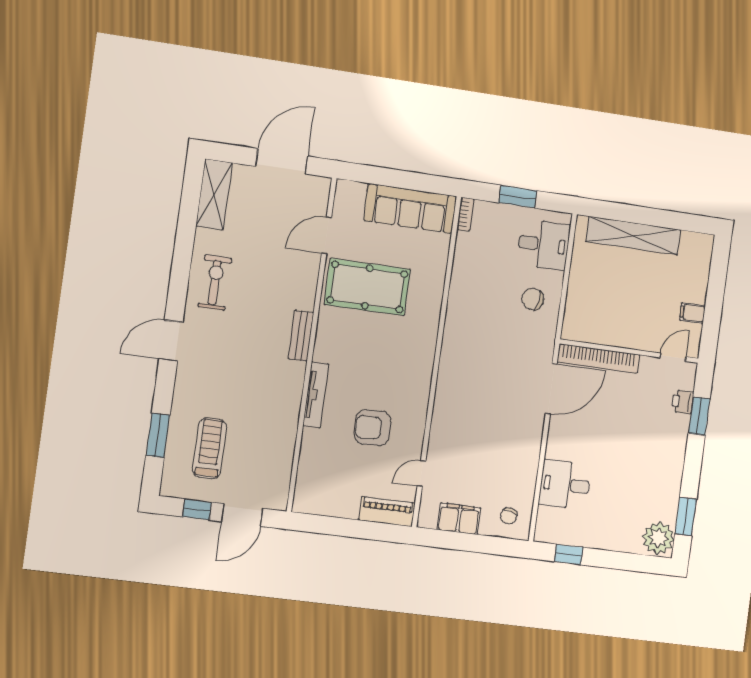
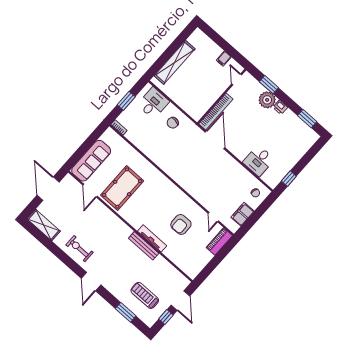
sofa: (410, 208) -> (91, 161), moved
bench: (301, 336) -> (144, 246), moved, width x1.36
printer: (683, 402) -> (280, 107), moved
plant: (658, 538) -> (267, 100), moved

